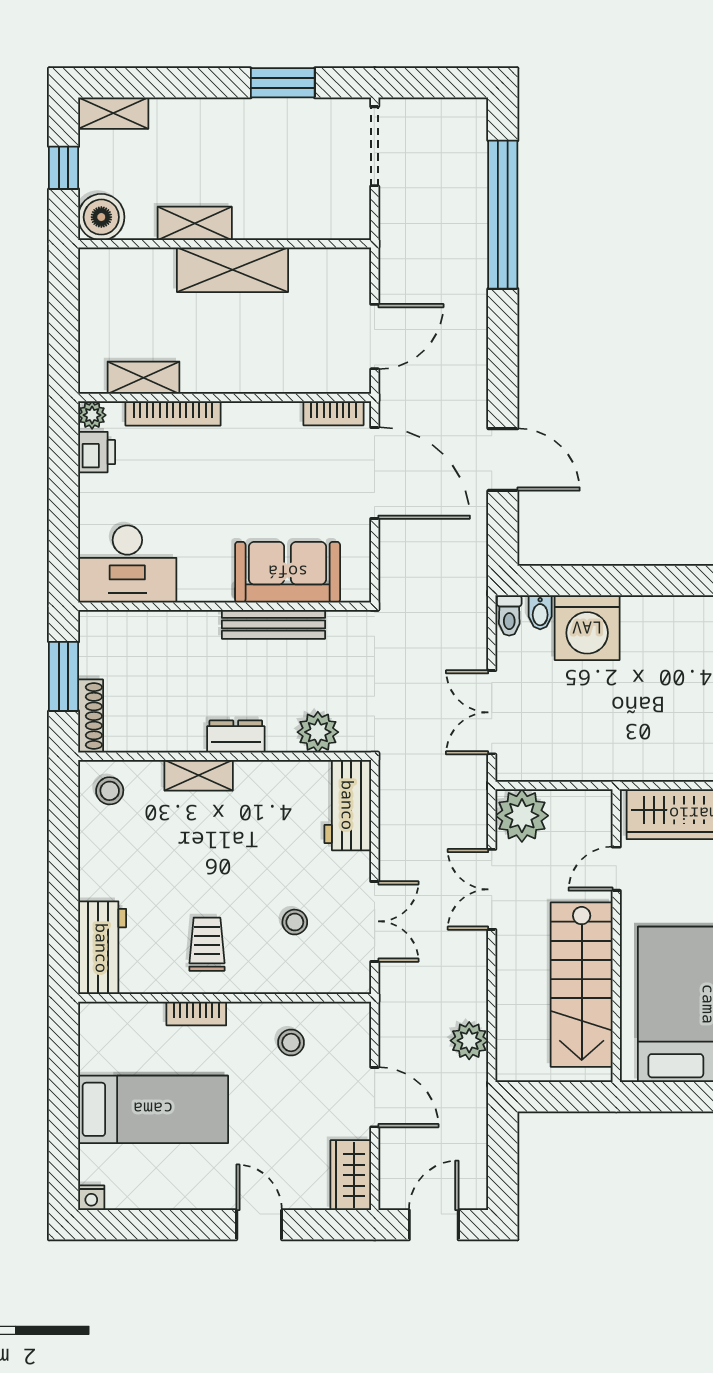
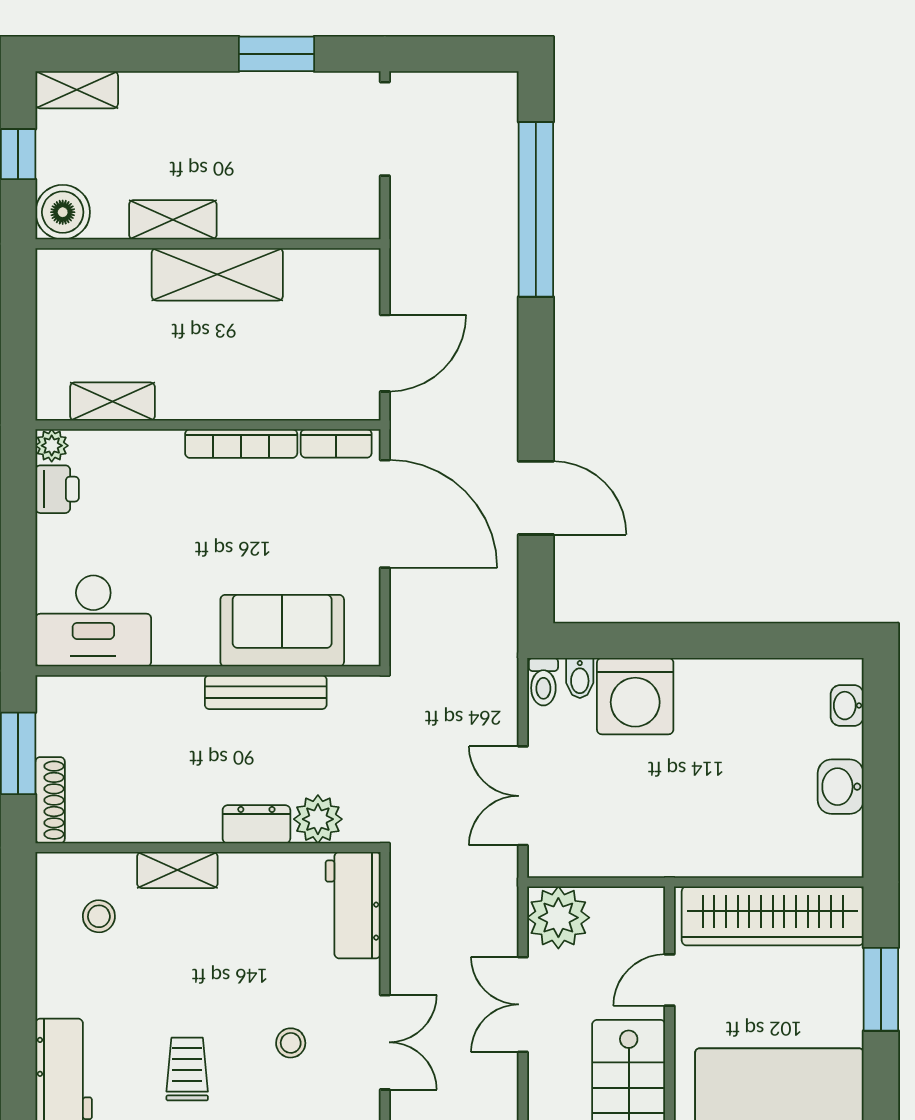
bookcase: (173, 413) -> (241, 444), moved
dresser: (236, 736) -> (256, 824), moved
stool: (110, 791) -> (99, 916), moved

